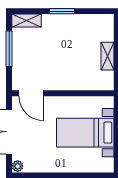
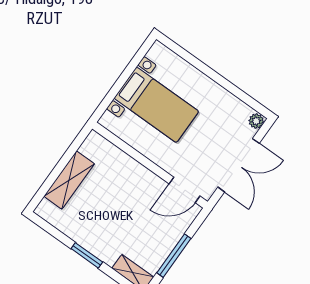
shelving: (107, 56) -> (69, 180), width x1.50, depth x1.33
door: (31, 93) -> (184, 190), swing flipped

